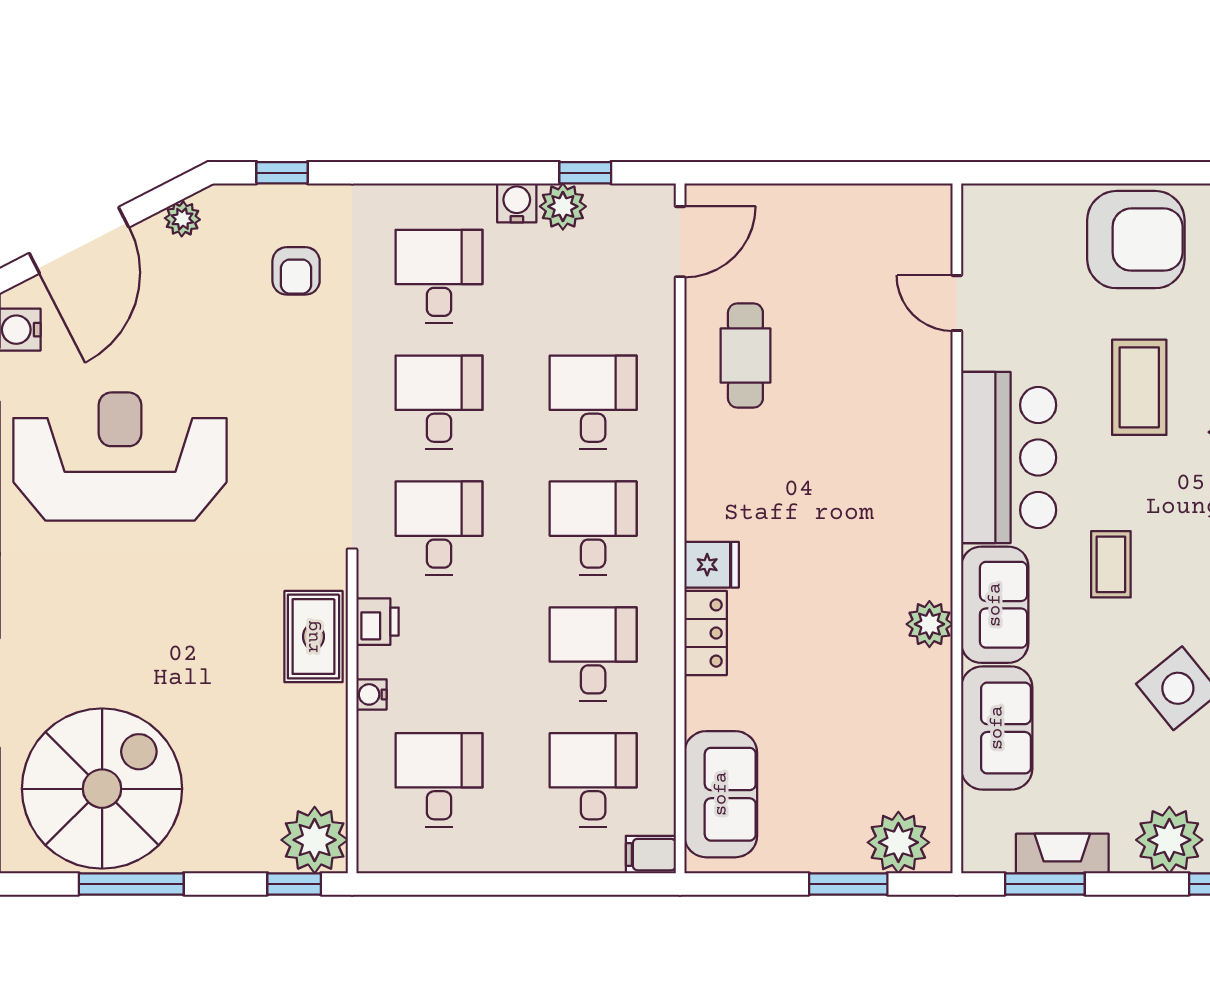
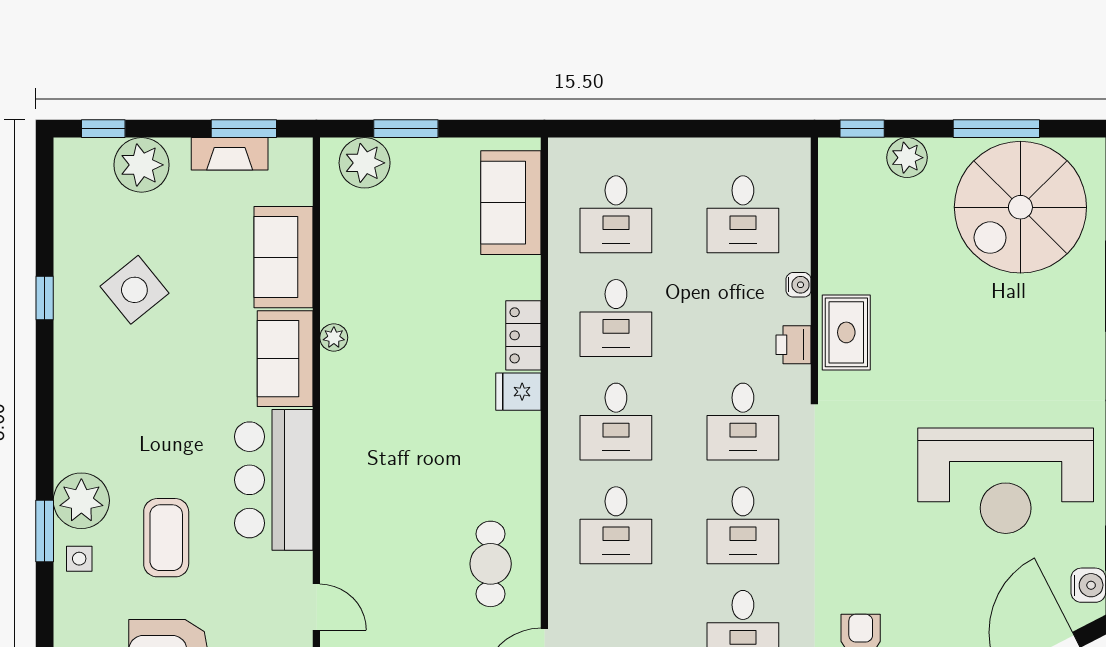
coffee table: (1111, 564) -> (190, 392), removed
plant: (929, 624) -> (334, 338), width x0.73, depth x0.73
plant: (315, 840) -> (907, 158), moved, width x0.73, depth x0.73
filing cabinet: (651, 855) -> (568, 153), removed

